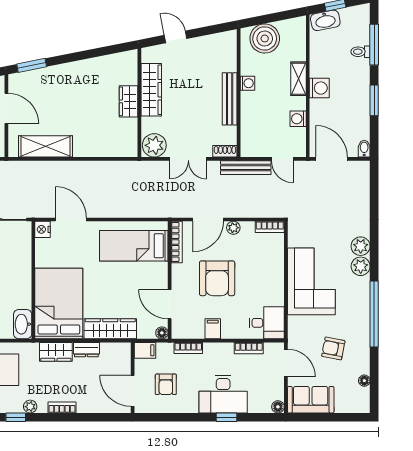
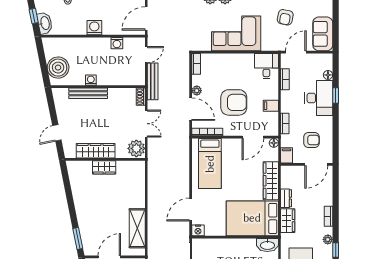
shelving: (298, 79) -> (88, 43), removed
bench: (230, 99) -> (88, 93), moved
floor lamp: (278, 407) -> (328, 75), moved

